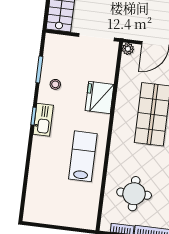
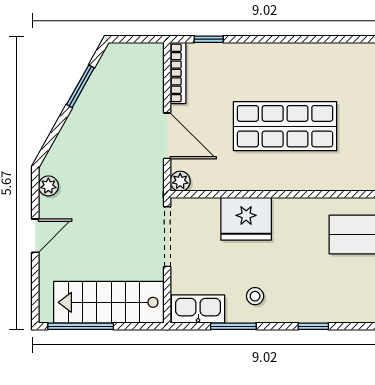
fridge: (100, 97) -> (246, 219), moved
kitchen sink: (43, 120) -> (198, 309), moved

